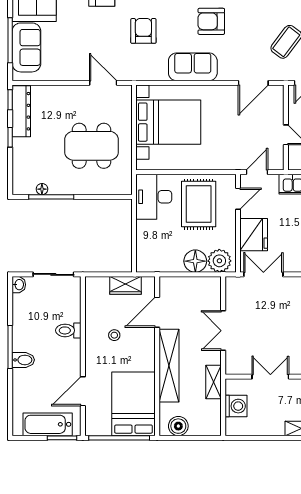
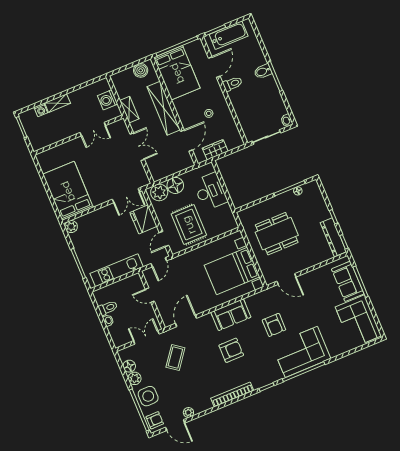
desk: (154, 197) -> (210, 192), moved
toilet: (68, 330) -> (233, 84), moved

